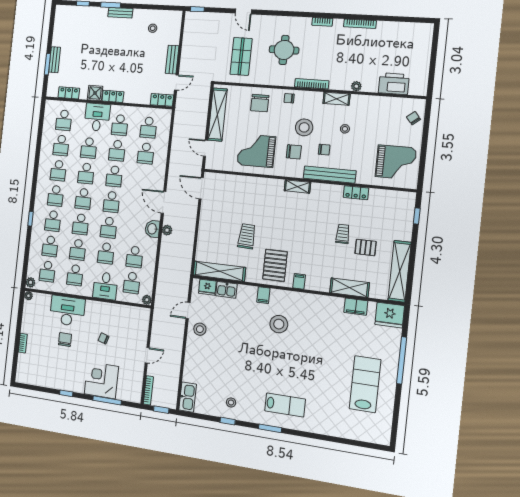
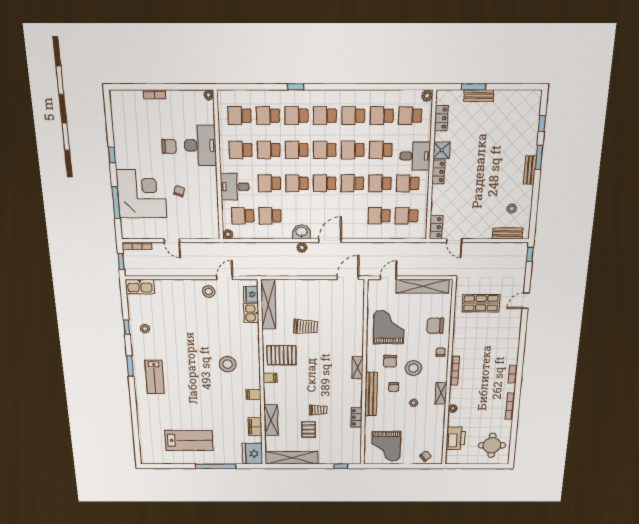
round table: (284, 50) -> (492, 445), moved
bench: (172, 60) -> (508, 234), moved
plant: (30, 282) -> (427, 96), moved
filing cabinet: (263, 295) -> (253, 395), moved
door: (188, 311) -> (225, 278), hinge flipped
corner desk: (101, 380) -> (142, 194), width x1.36, depth x1.36

